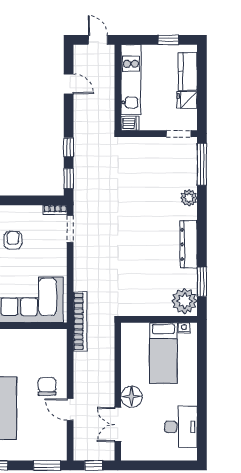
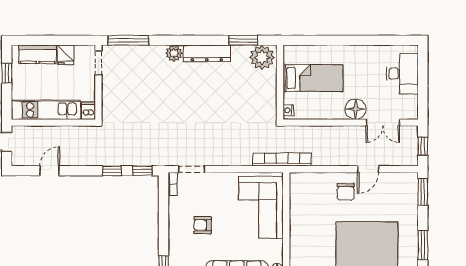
plant: (189, 198) -> (174, 53), moved
nightstand: (184, 328) -> (288, 110), moved
chair: (47, 387) -> (346, 192), turned -90
desk: (181, 427) -> (402, 74), moved, turned 90

